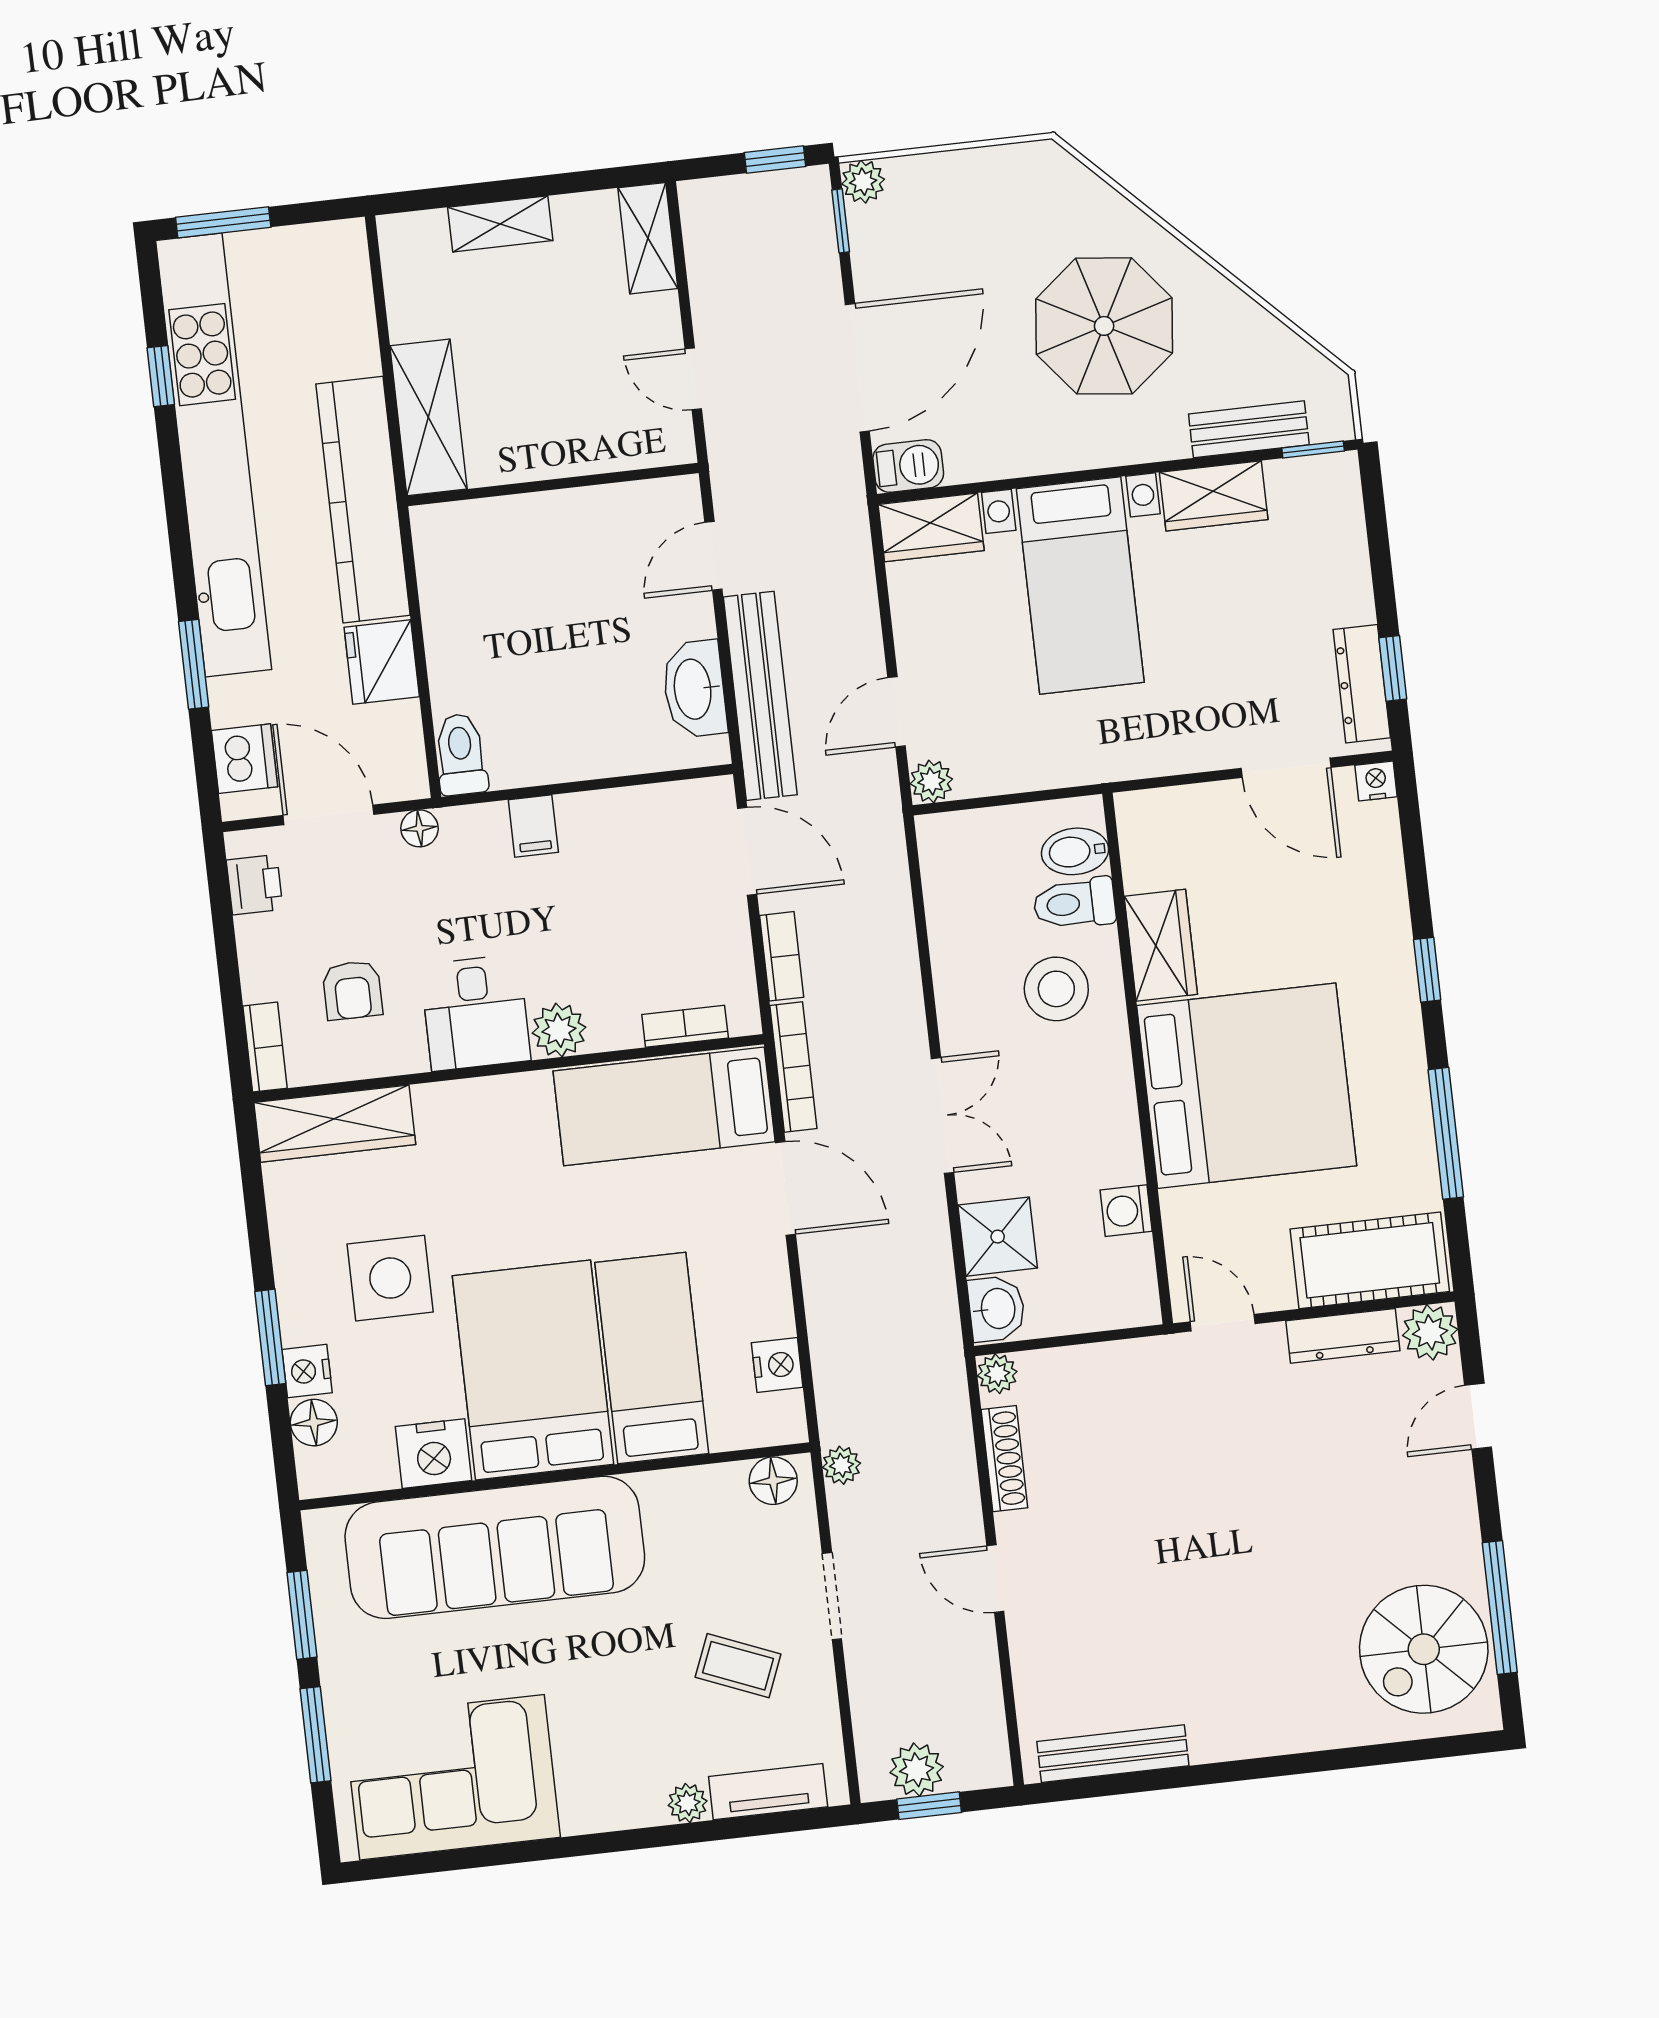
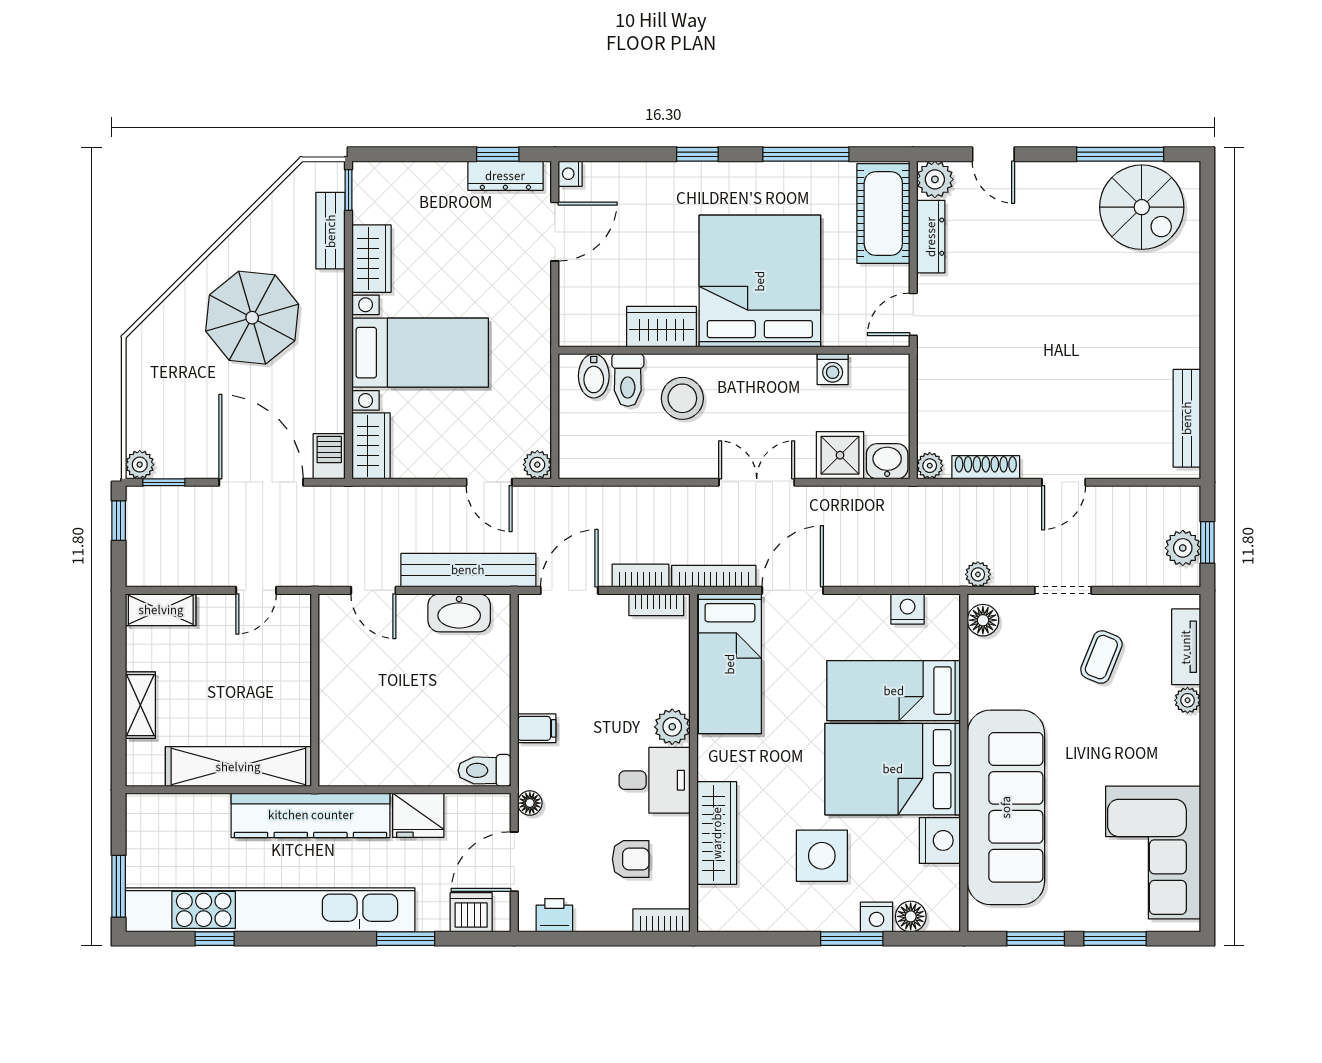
shelving: (428, 417) -> (238, 767), width x1.47
bookcase: (685, 1026) -> (656, 605), moved, turned -90
wardrobe: (335, 1124) -> (717, 833), moved

